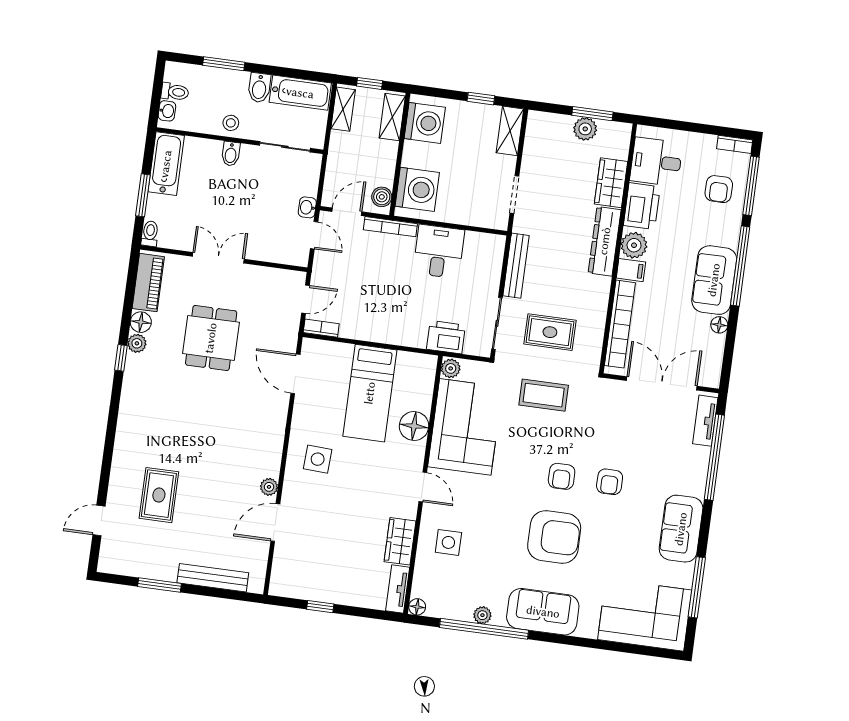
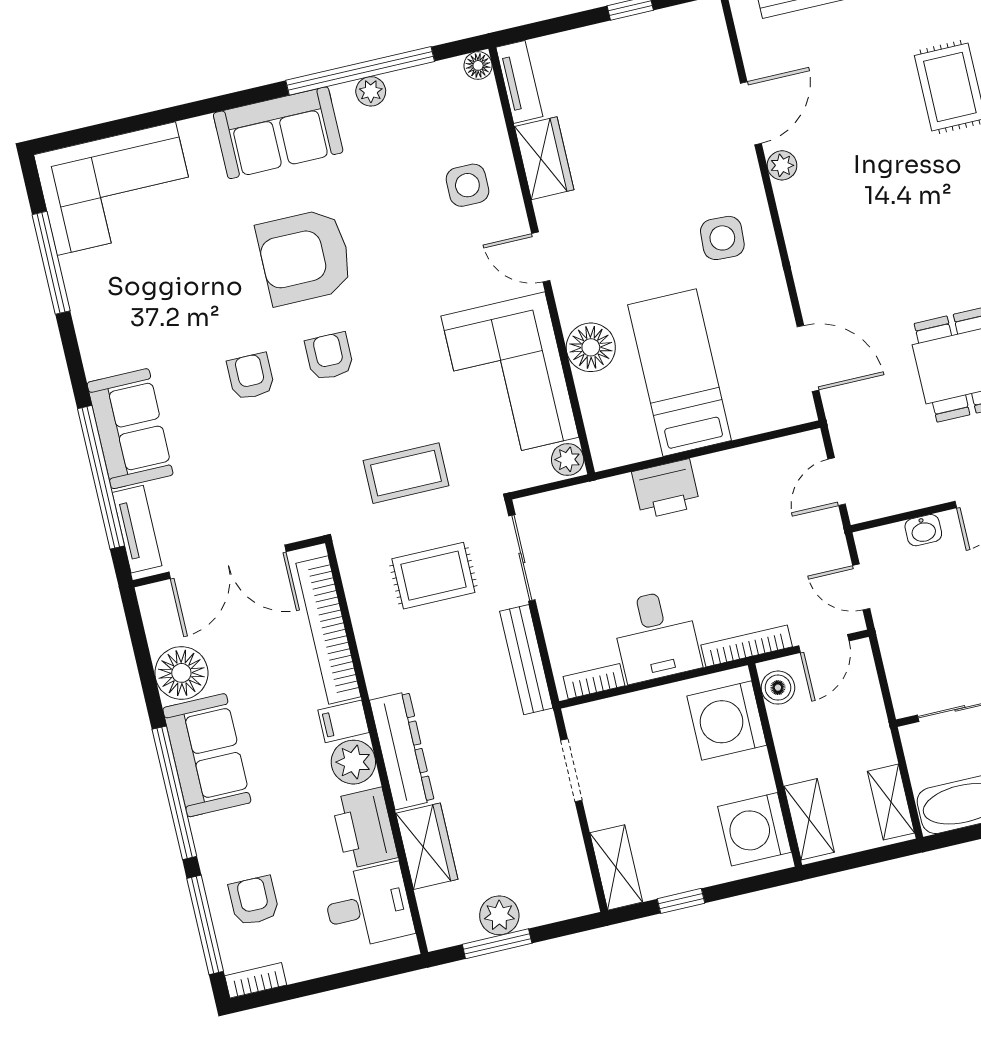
window: (370, 83) -> (865, 858), removed
washbasin: (307, 207) -> (923, 530), moved, turned 90
floor lamp: (719, 325) -> (181, 673), width x1.89, depth x1.89
bookcase: (321, 328) -> (594, 681), moved, turned 180
printer: (446, 337) -> (666, 489), moved
sofa: (681, 529) -> (130, 429), moved

